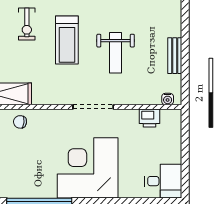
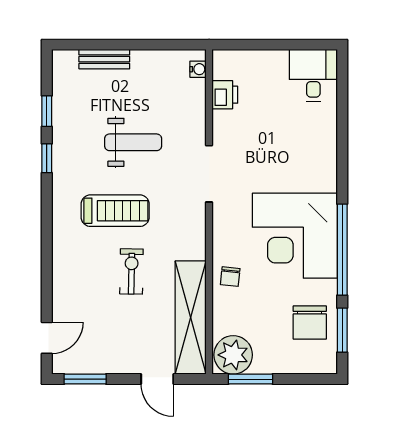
exercise bike: (27, 24) -> (131, 271), moved, turned -89
bench: (175, 56) -> (104, 59), moved
corner desk: (88, 168) -> (295, 236), moved

